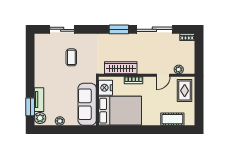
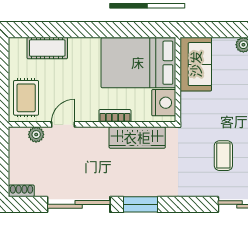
sofa: (87, 104) -> (196, 64), width x0.73

